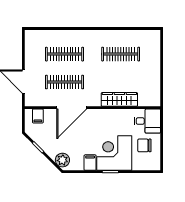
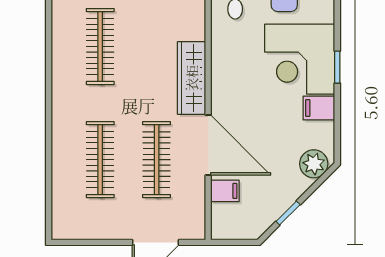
wardrobe: (119, 99) -> (192, 78), moved
filing cabinet: (38, 116) -> (225, 191), moved

